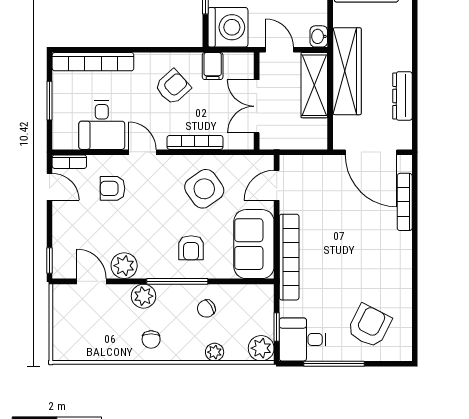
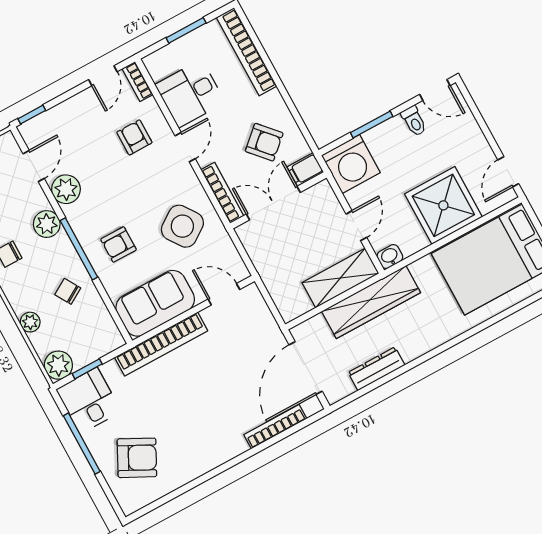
wall: (257, 101) -> (278, 200), moved
double door: (257, 106) -> (273, 203), moved

